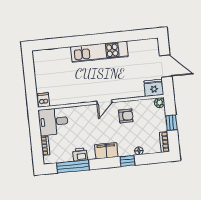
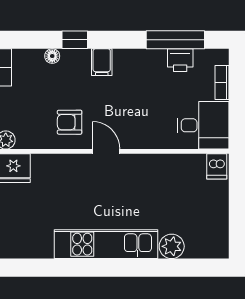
plant: (64, 54) -> (172, 246), added
door: (104, 102) -> (106, 151), hinge flipped
filing cabinet: (106, 151) -> (102, 62), width x0.50
printer: (80, 155) -> (180, 60), moved

